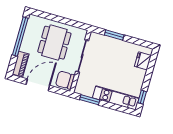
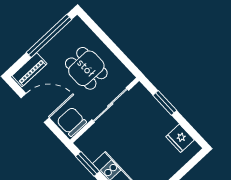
dining table: (54, 43) -> (86, 68), width x0.73
fridge: (143, 61) -> (180, 138), moved, turned -90

